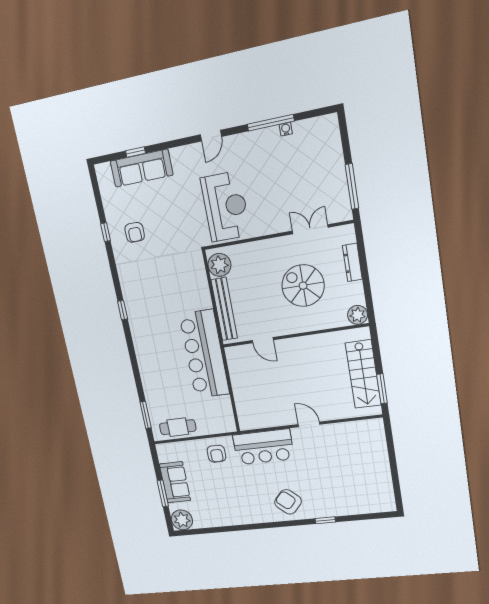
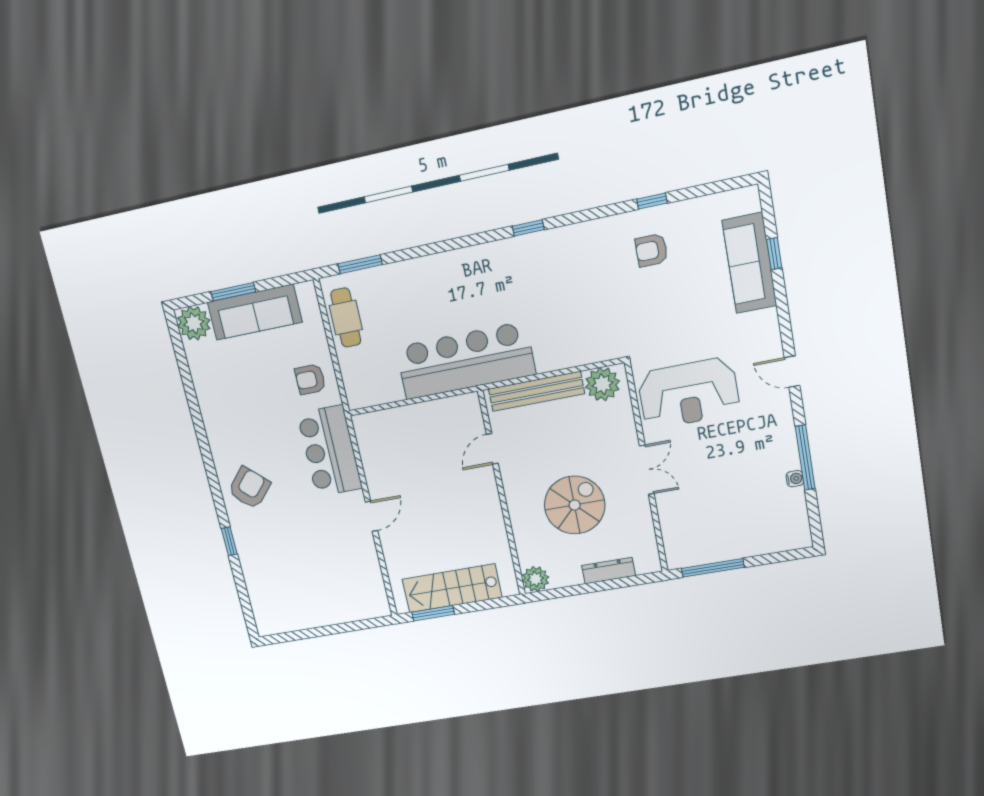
double door: (310, 229) -> (647, 470), moved
sofa: (175, 482) -> (255, 312), width x1.36

